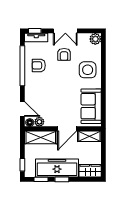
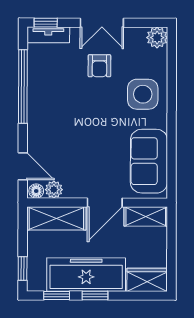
armchair: (39, 65) -> (53, 86), removed

